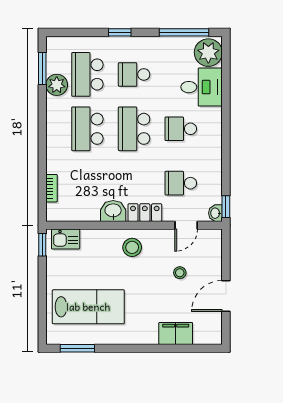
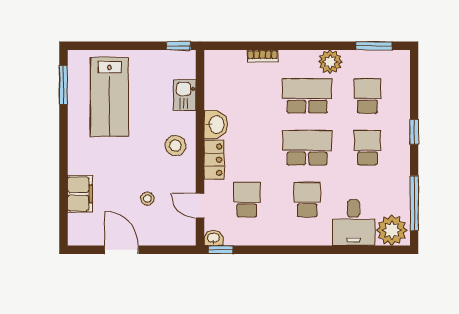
school desk: (87, 74) -> (367, 96), width x0.54
plant: (57, 85) -> (330, 62), moved
bookcase: (52, 188) -> (262, 56), moved
kitchen sink: (66, 239) -> (185, 95), moved

